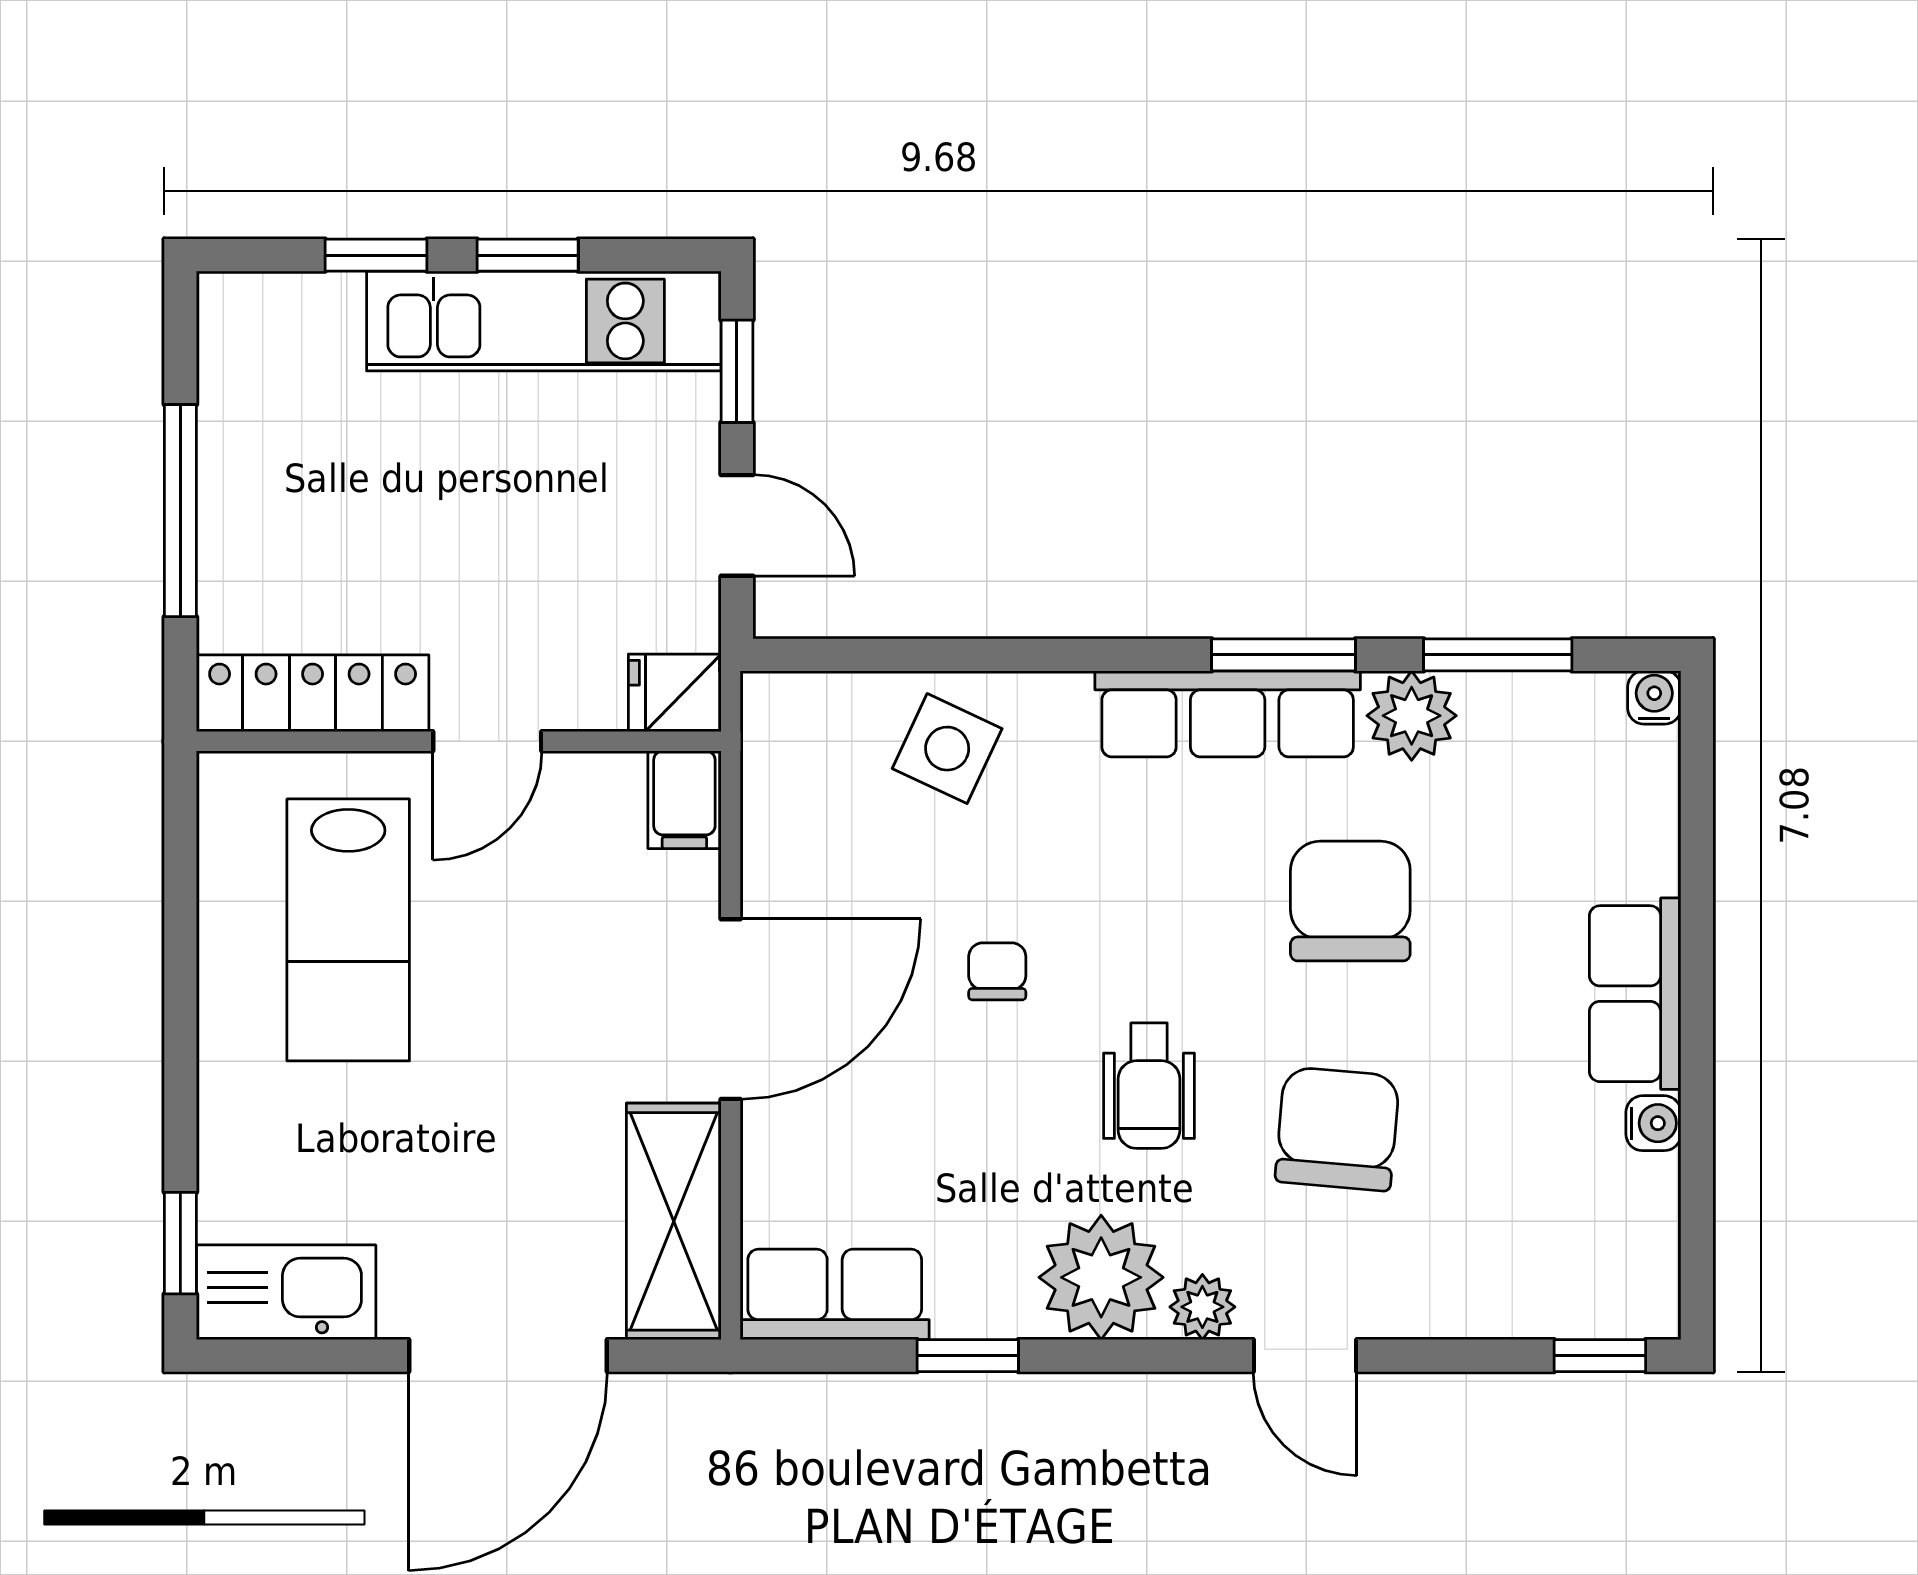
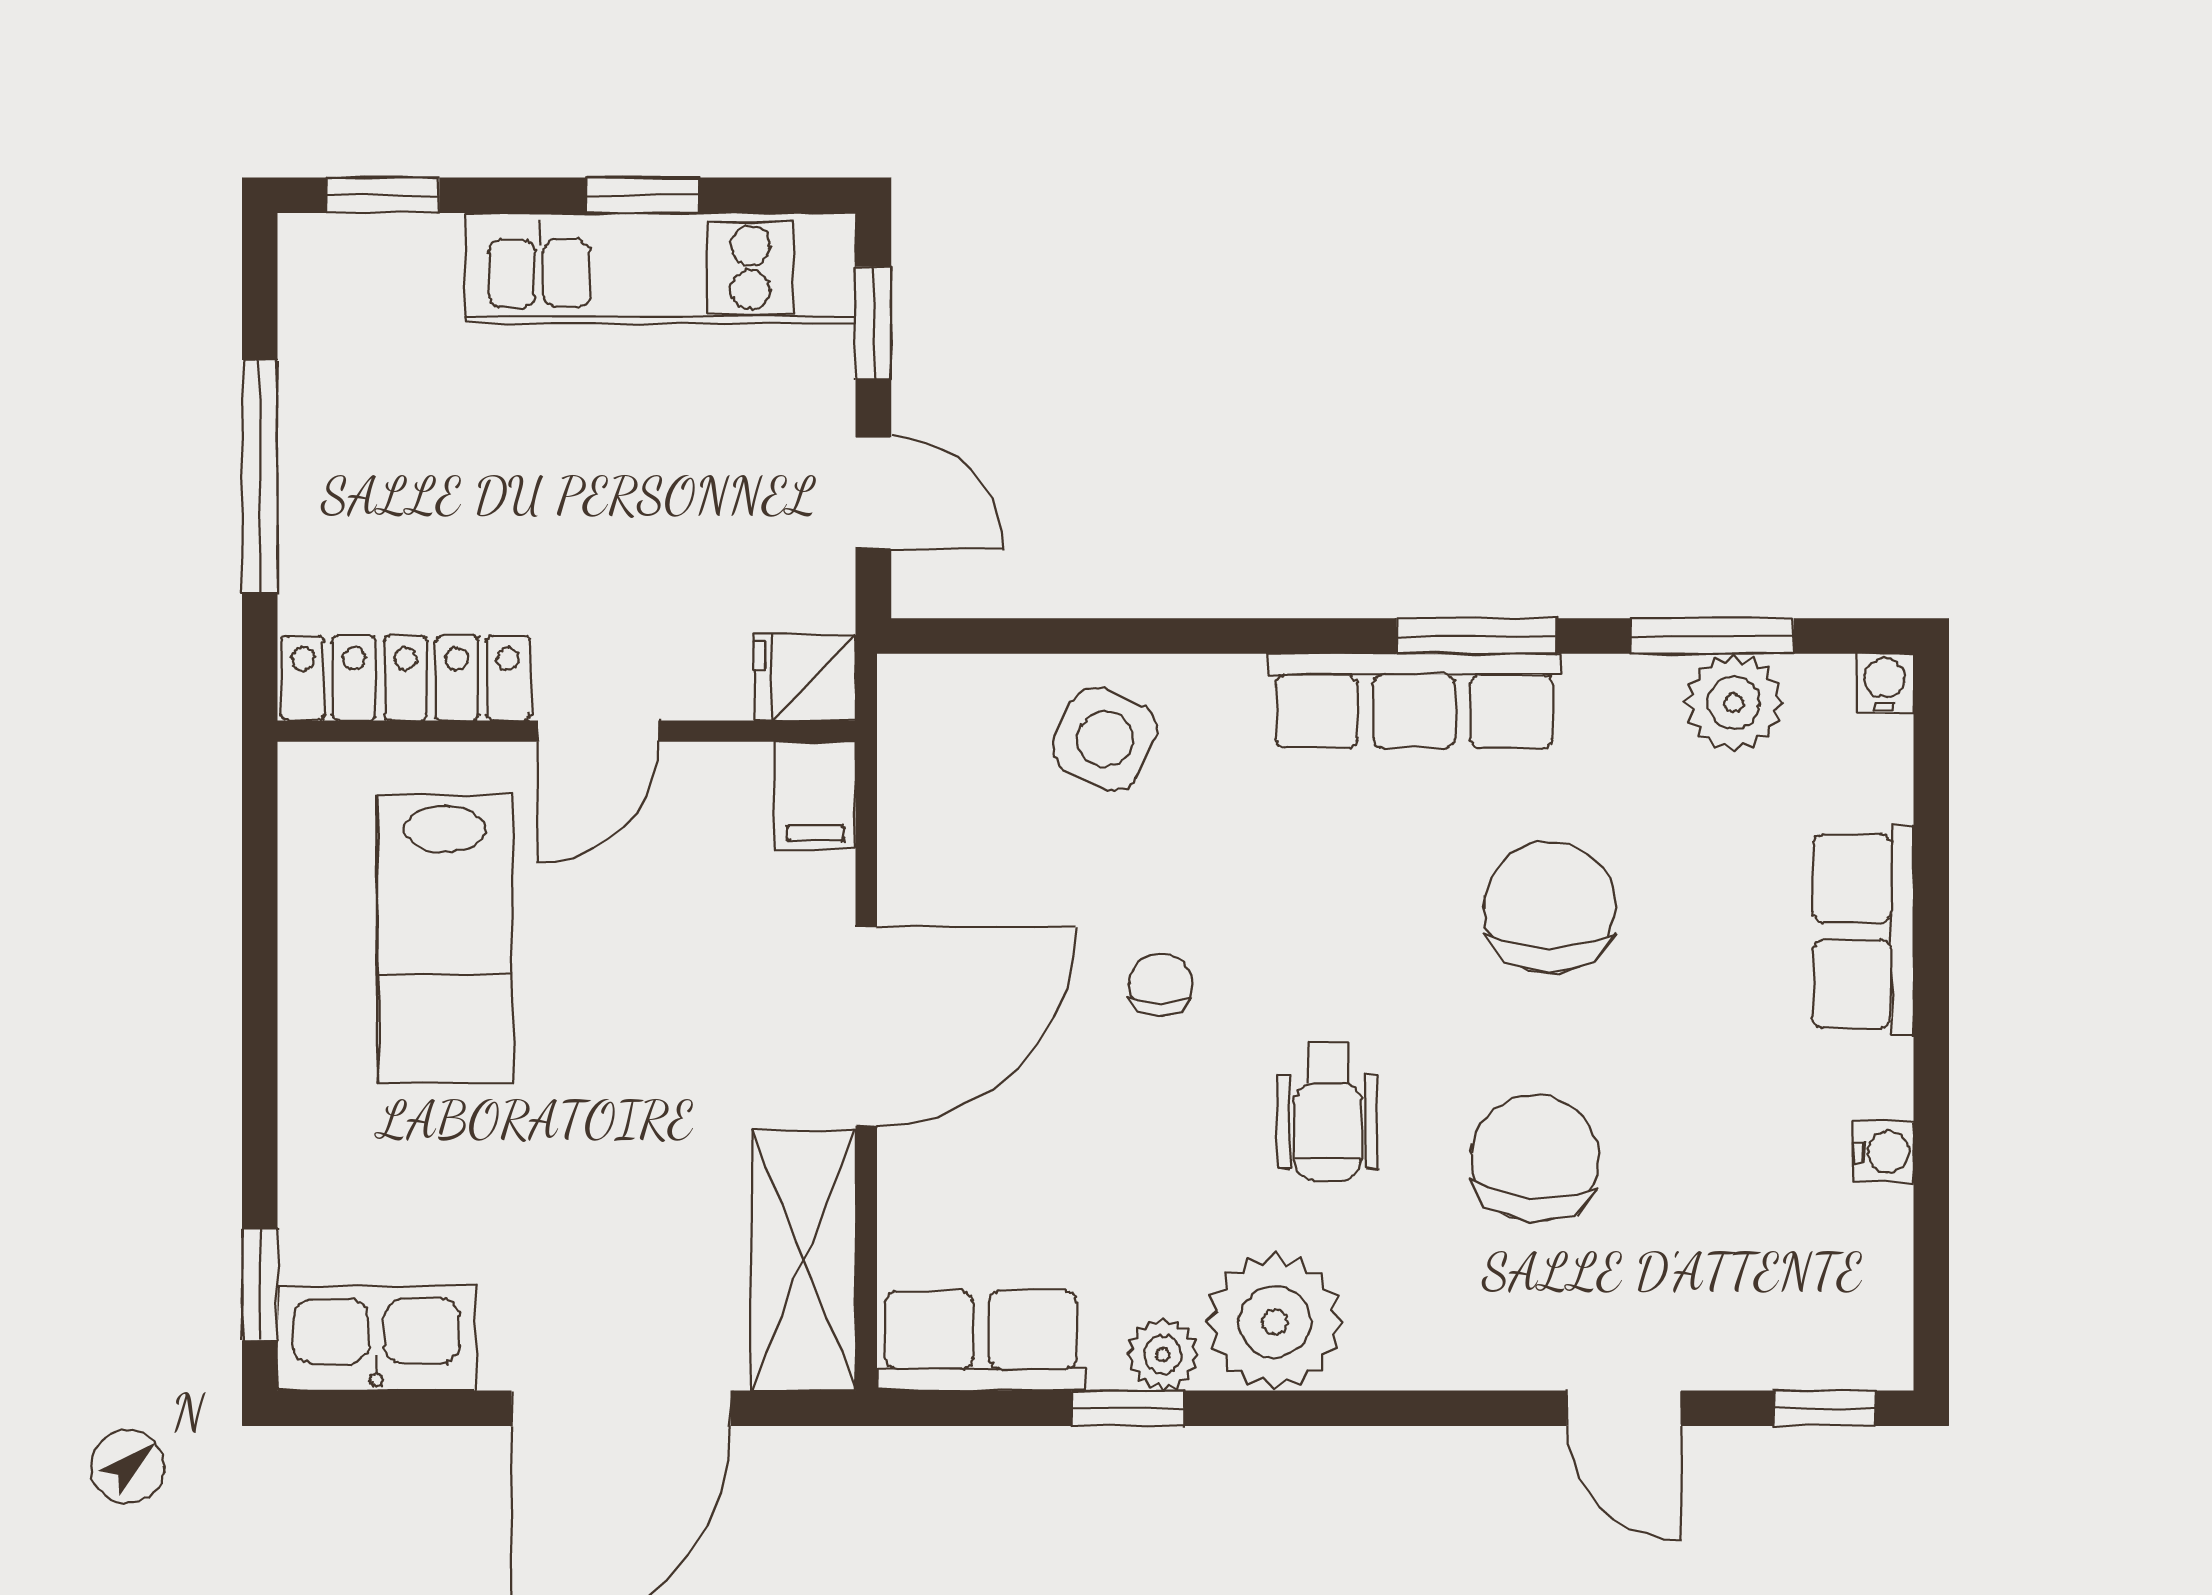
window: (376, 255) -> (383, 195), moved
plant: (1412, 716) -> (1734, 703), moved
row of seats: (1635, 994) -> (1863, 931), moved
plant: (1202, 1307) -> (1163, 1355), moved
door: (1305, 1356) -> (1624, 1408), moved

